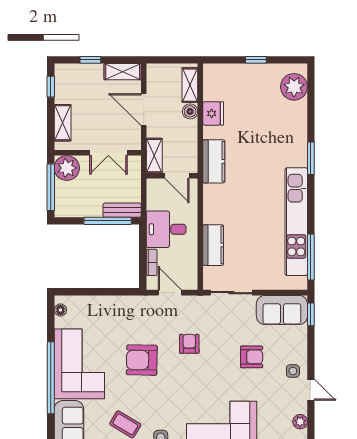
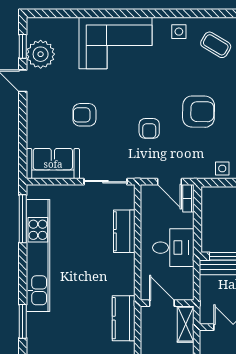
bookcase: (152, 262) -> (188, 198), moved
window: (311, 314) -> (23, 46), moved
side table: (293, 371) -> (222, 169), moved
plant: (300, 422) -> (41, 54), width x1.87, depth x1.87

